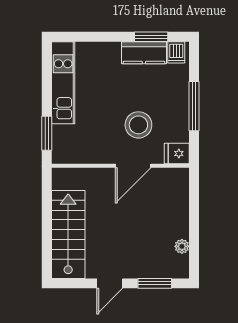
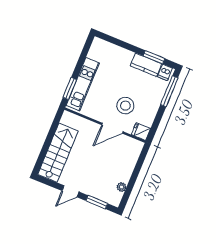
kitchen unit: (63, 83) -> (83, 84), moved
window: (194, 106) -> (169, 91), moved

